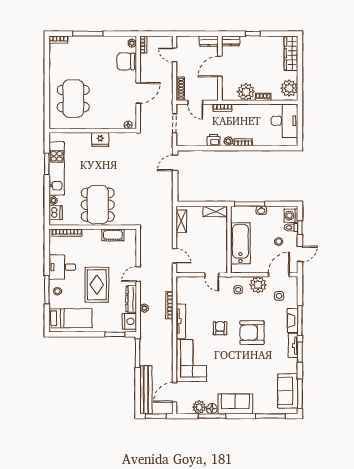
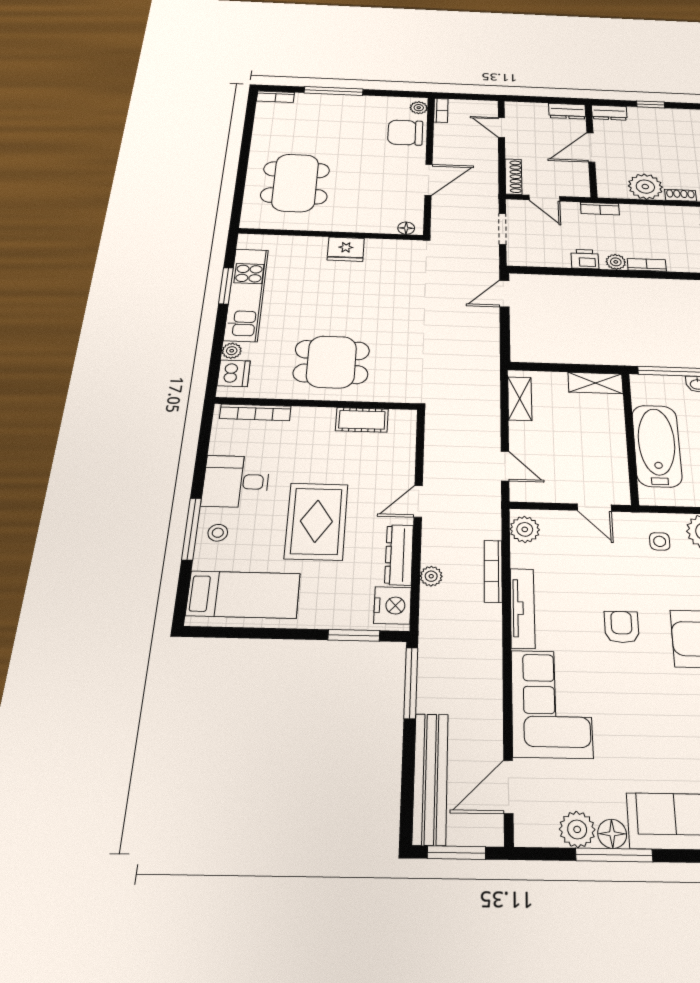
dining table: (98, 205) -> (331, 362), width x0.73
plant: (182, 286) -> (525, 529), added

